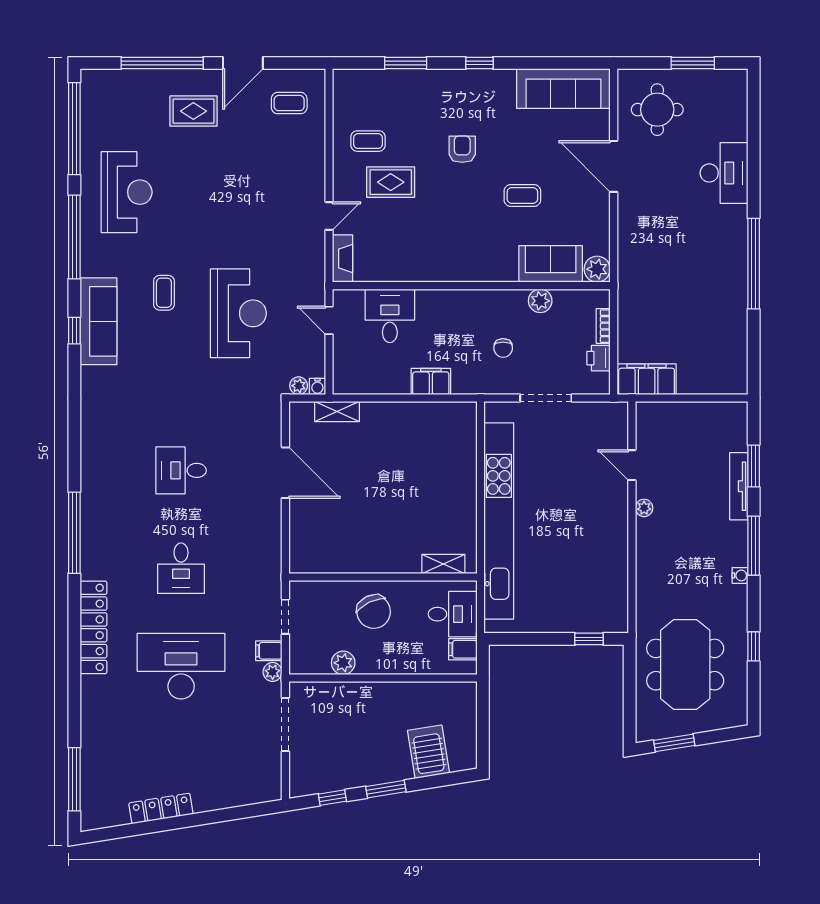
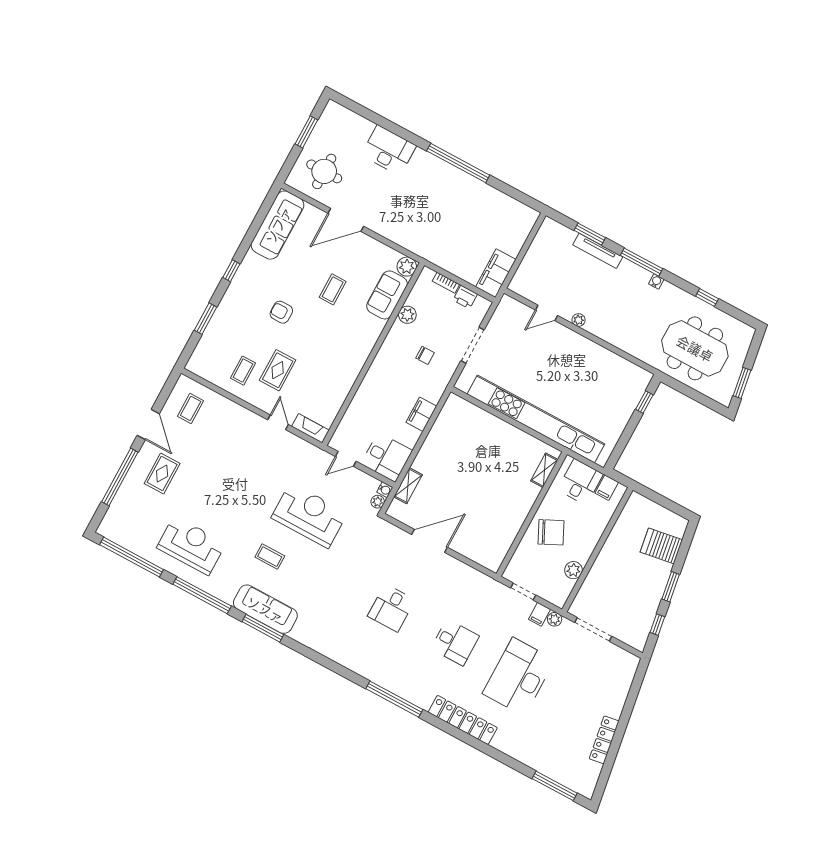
desk: (390, 316) -> (387, 457), moved, turned 180
window: (74, 331) -> (263, 628), width x2.17

